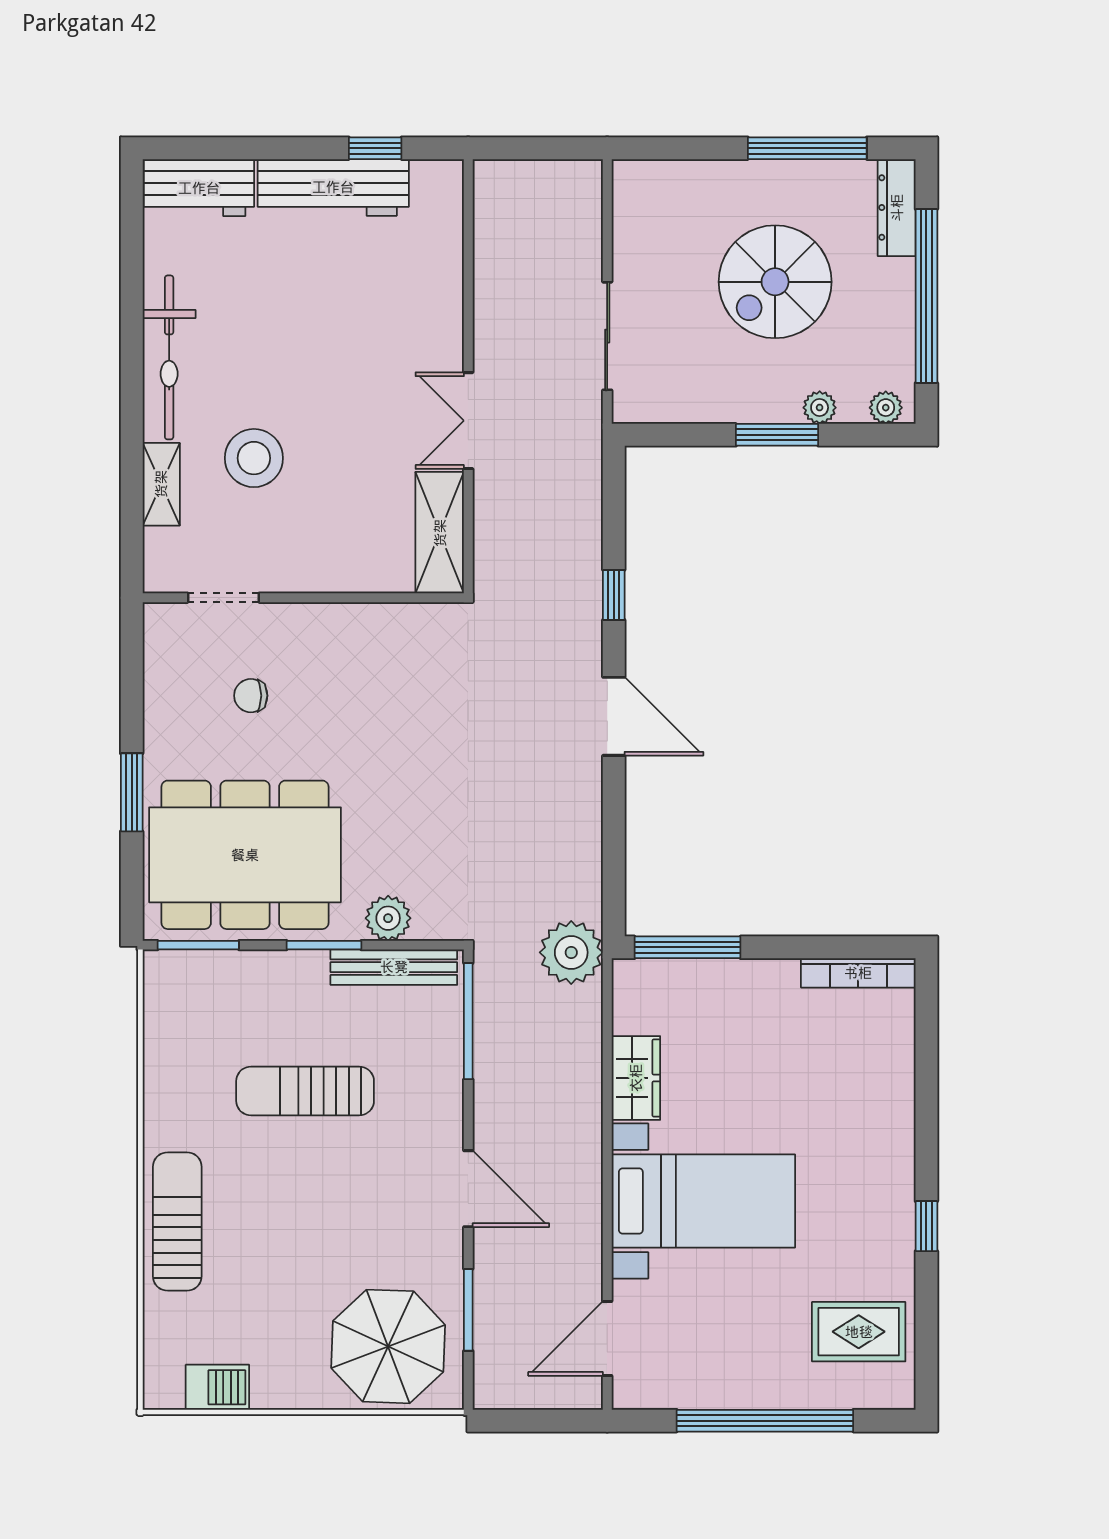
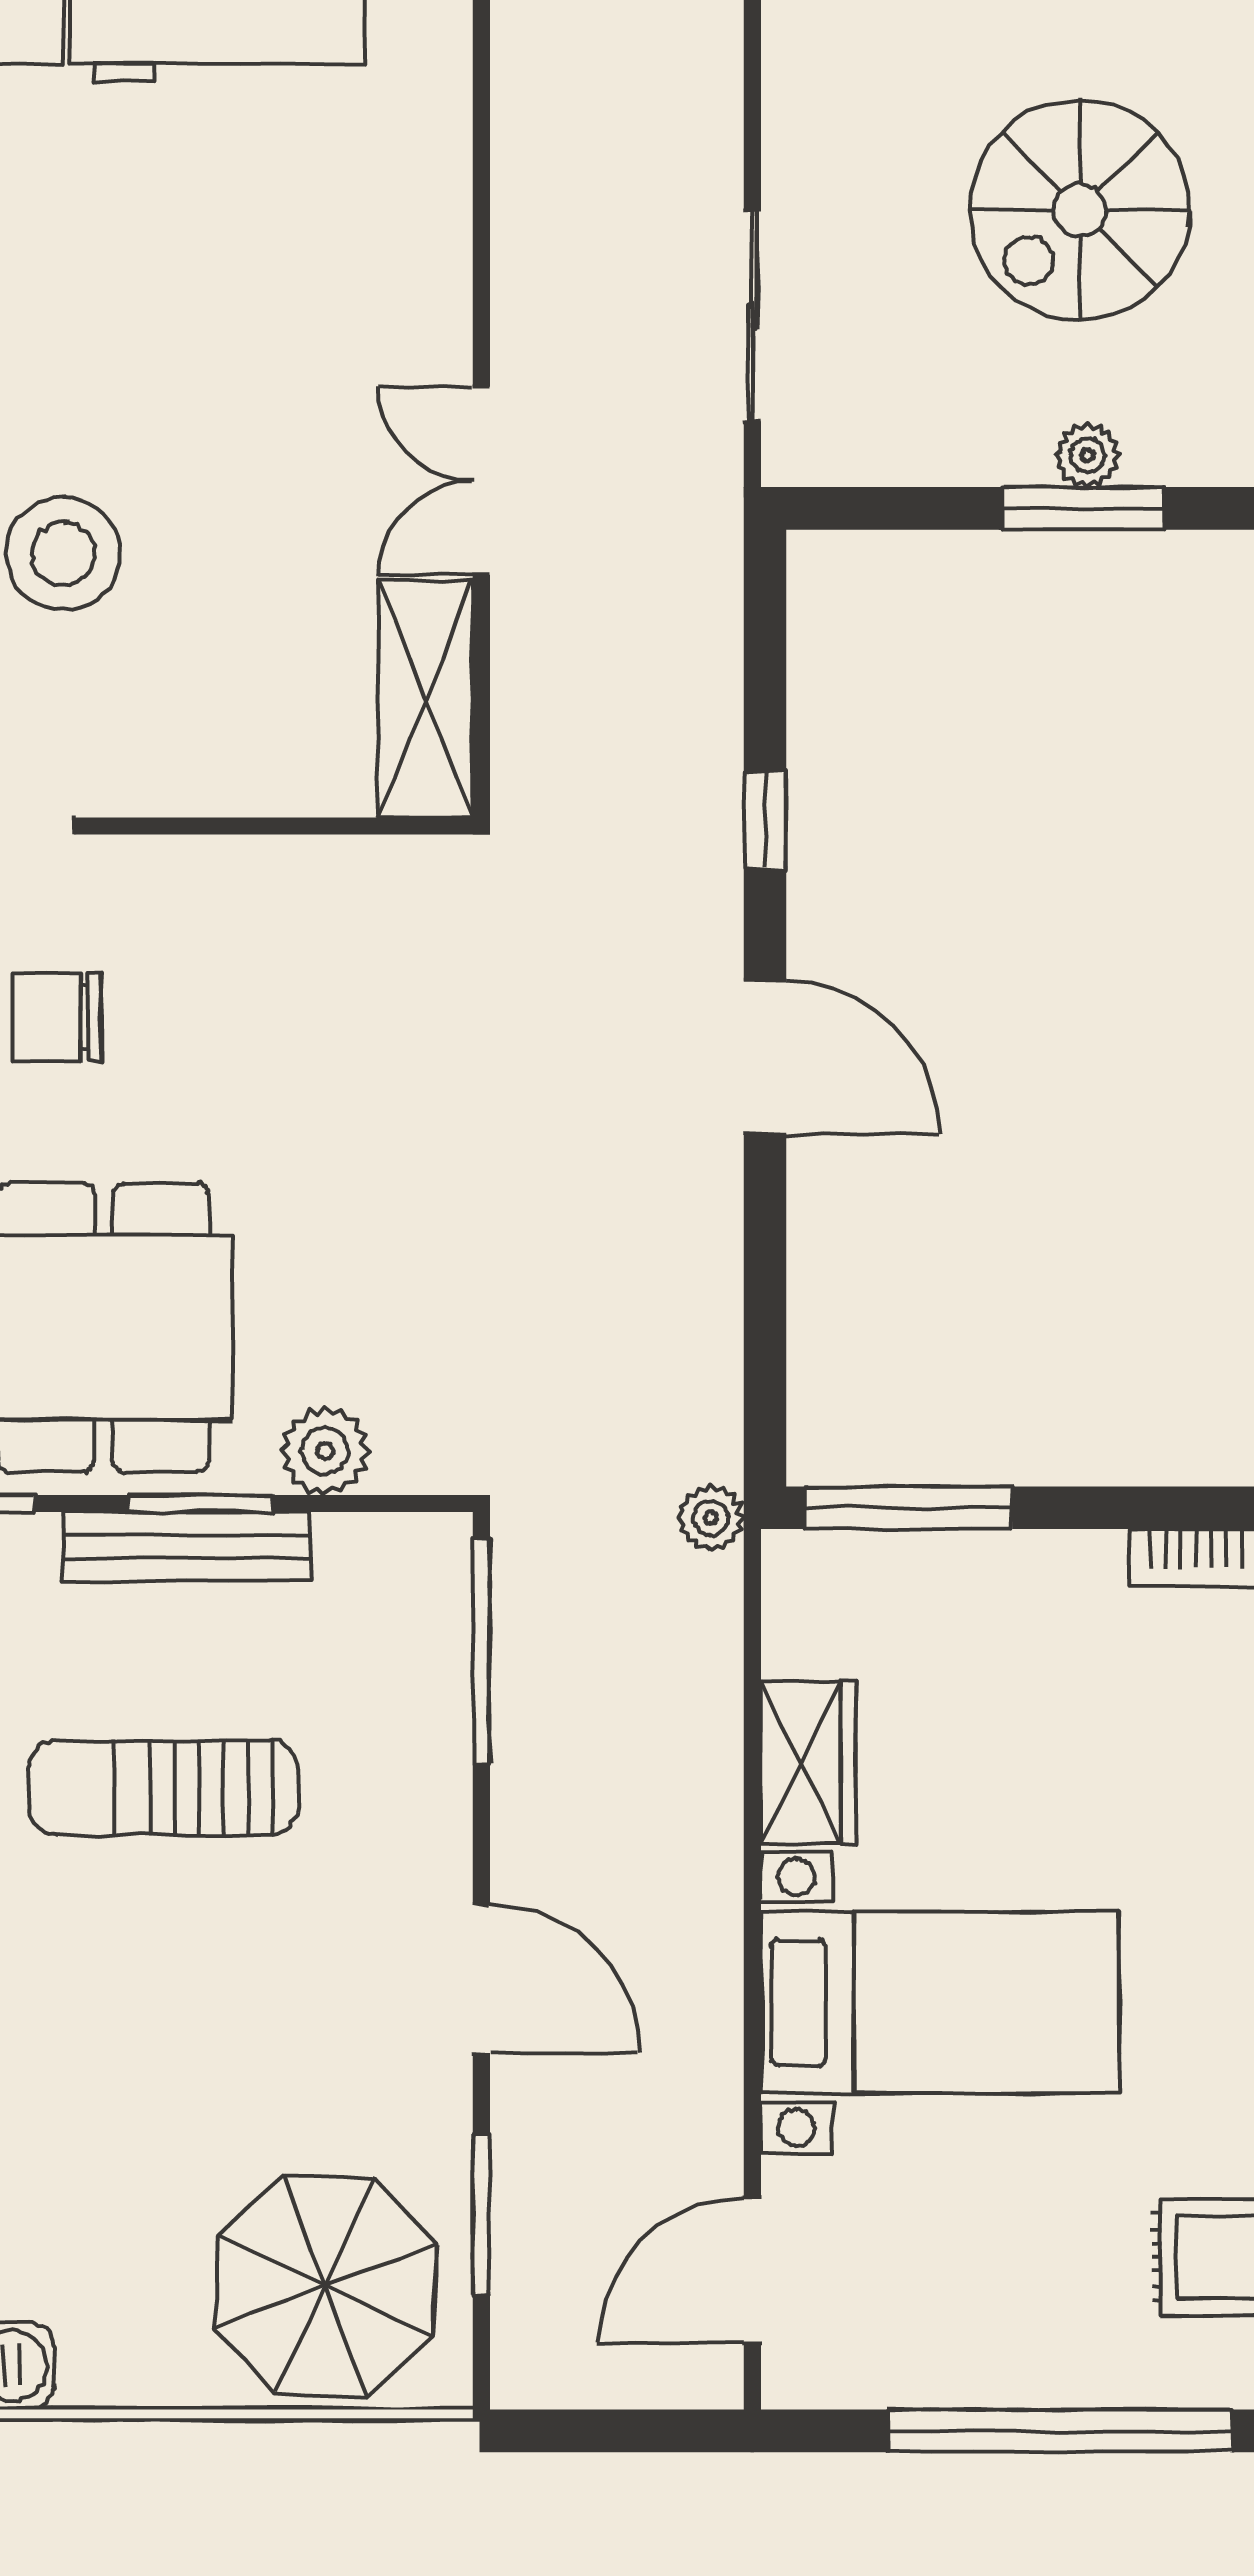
plant: (820, 408) -> (1088, 455), moved
chair: (251, 696) -> (57, 1017), width x1.37, depth x1.37
plant: (571, 952) -> (711, 1518), width x0.53, depth x0.53
bench: (394, 967) -> (187, 1547), moved

